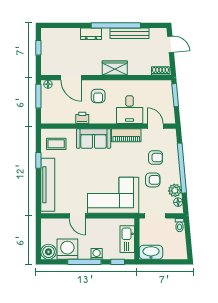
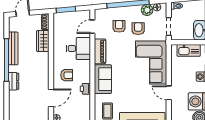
wardrobe: (115, 68) -> (43, 41), moved
door: (77, 216) -> (169, 93), swing flipped

